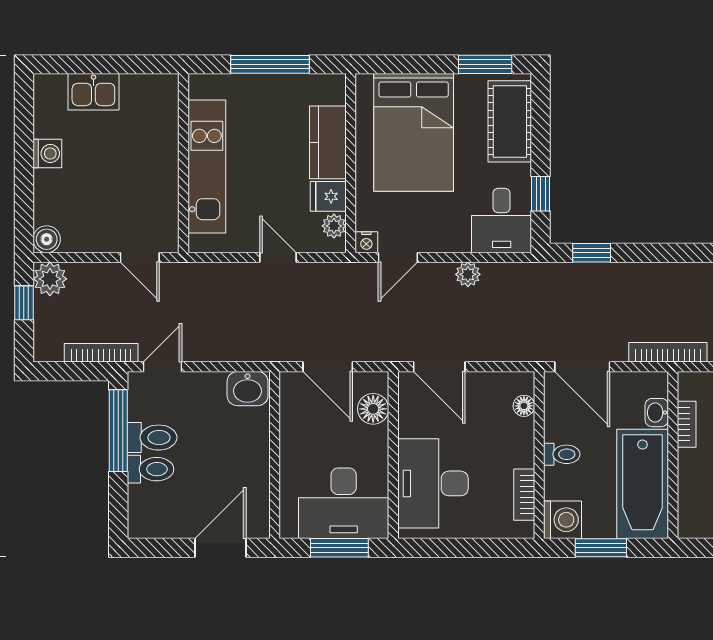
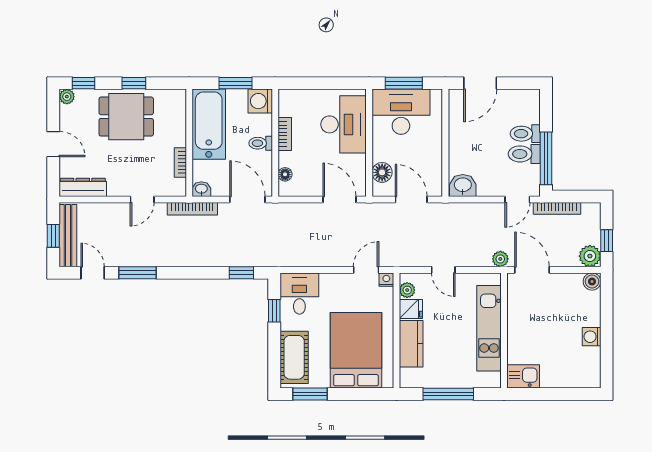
kitchen sink: (93, 92) -> (523, 376), moved
door: (140, 257) -> (532, 270), width x1.37
plant: (468, 274) -> (500, 259), moved
washbasin: (657, 413) -> (201, 189), moved, turned -90
bookcase: (524, 495) -> (285, 134), moved

